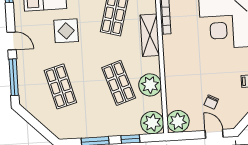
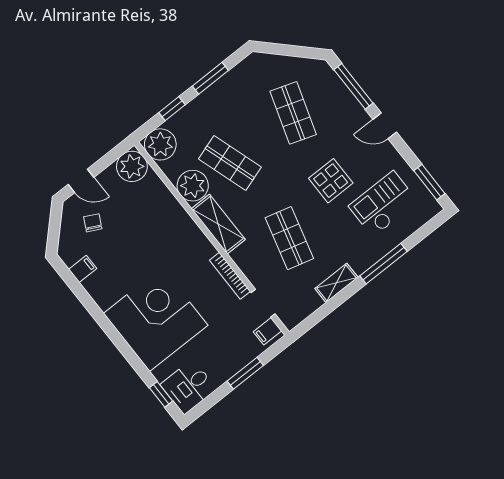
shelving: (150, 35) -> (218, 224), moved
shop shelf: (60, 86) -> (293, 113), turned 33
chair: (211, 102) -> (93, 223), moved

